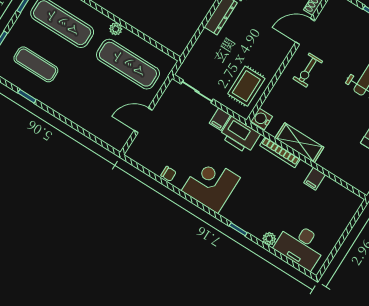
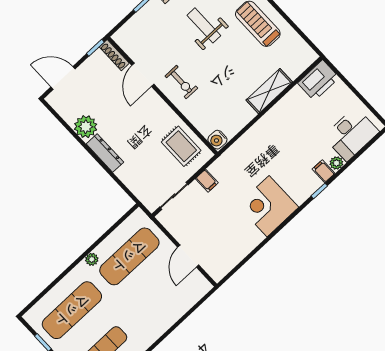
printer: (240, 135) -> (318, 80), moved
shelving: (299, 143) -> (269, 91), moved
bookcase: (280, 152) -> (255, 130), removed
chair: (169, 174) -> (247, 245), removed
filing cabinet: (315, 179) -> (324, 171), moved, turned 180

